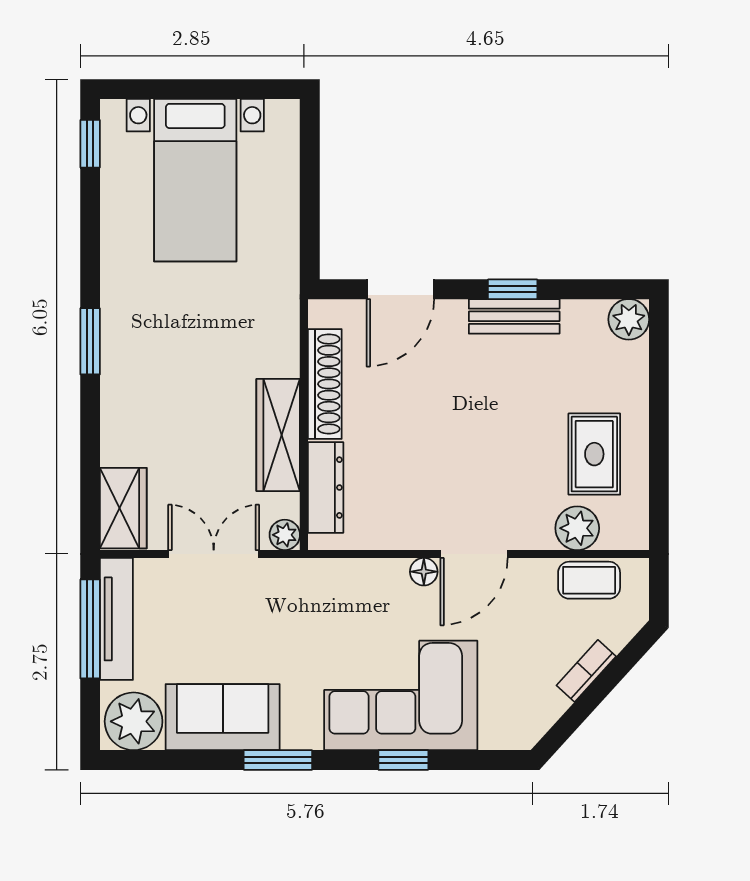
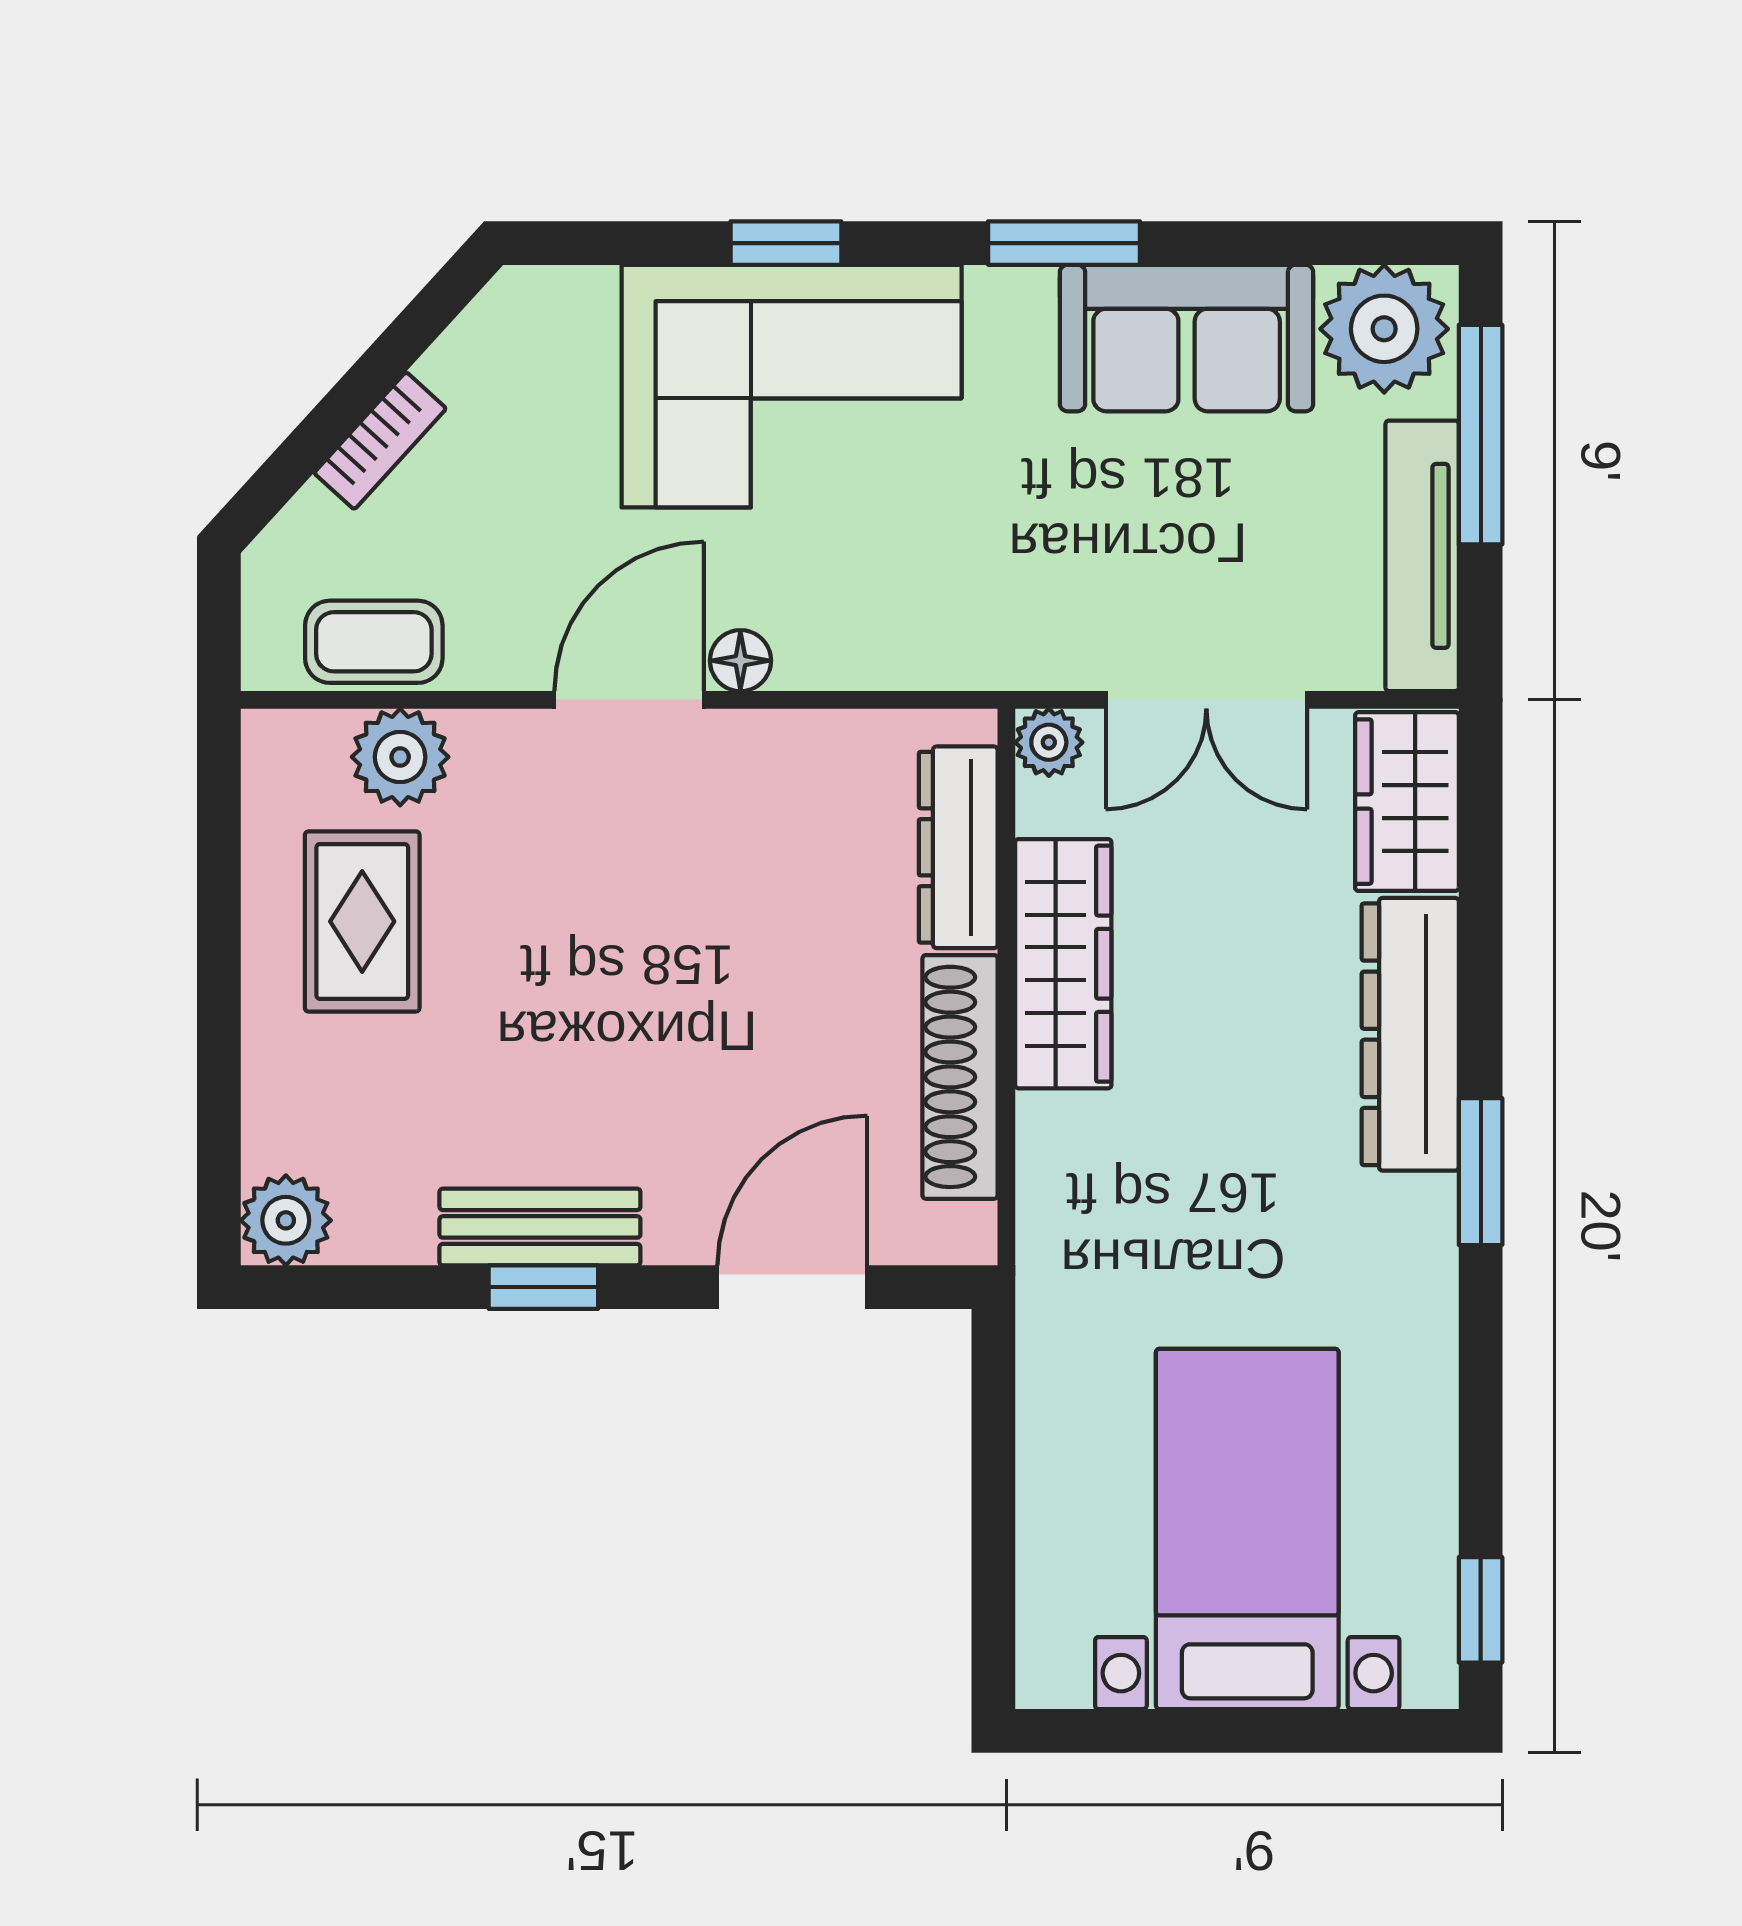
dresser: (122, 403) -> (1410, 1034), added
window: (90, 629) -> (1481, 435), moved

